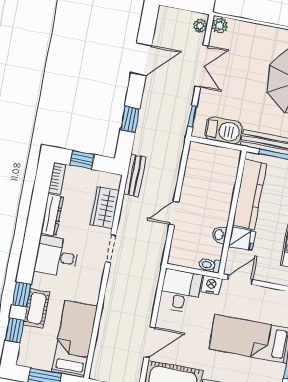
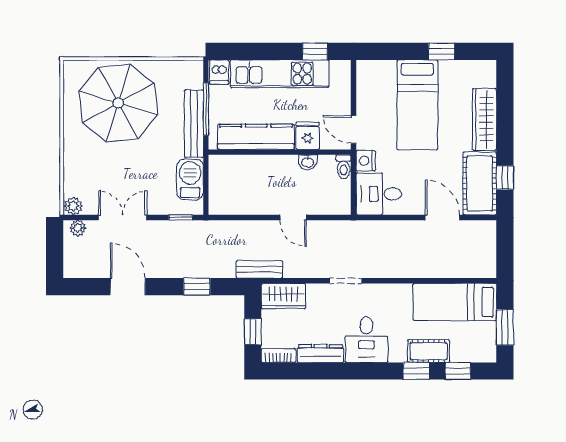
wardrobe: (105, 208) -> (283, 296), moved

